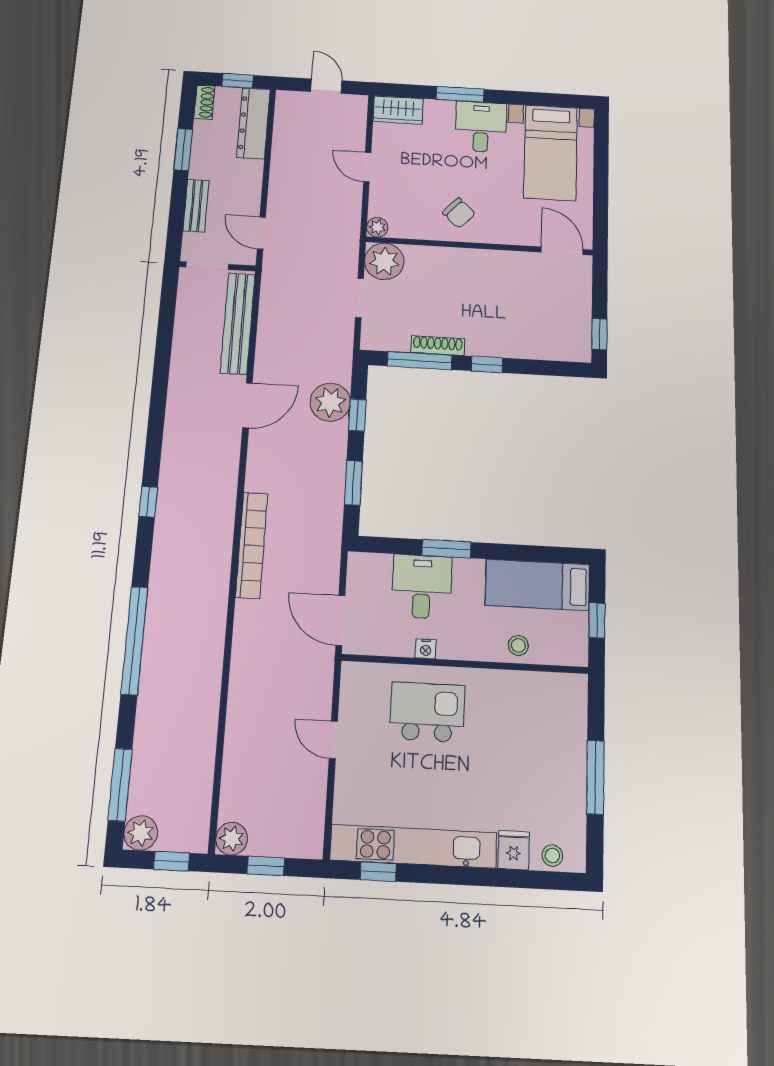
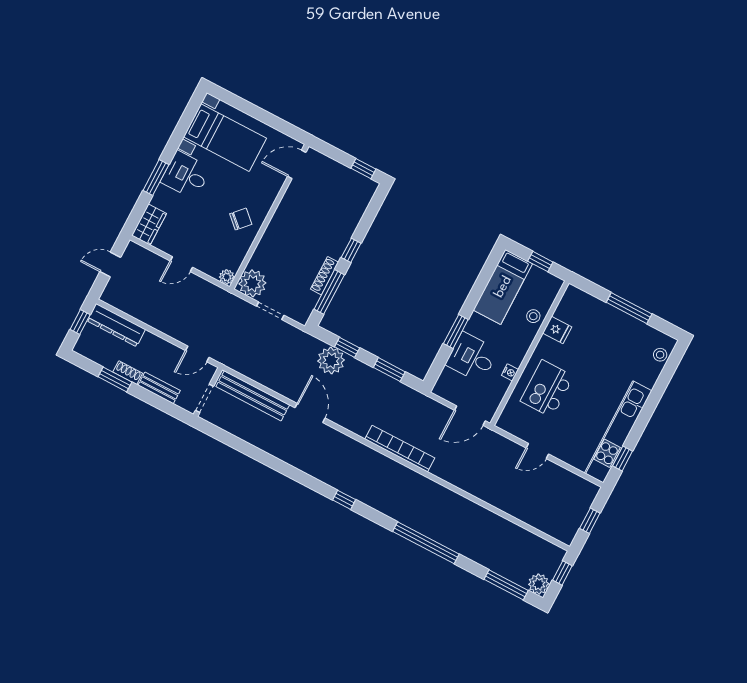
shoe rack: (204, 102) -> (128, 373), moved
plant: (232, 839) -> (566, 534), removed
fridge: (514, 850) -> (557, 330), moved, turned 180

